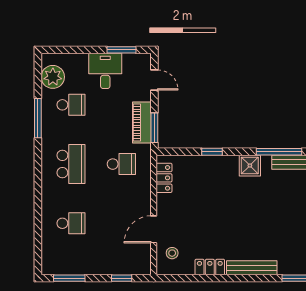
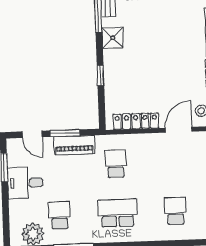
door: (154, 80) -> (32, 134), swing flipped
window: (154, 128) -> (65, 133), moved
locker: (164, 178) -> (136, 121), width x1.53
door: (154, 229) -> (179, 130), swing flipped

